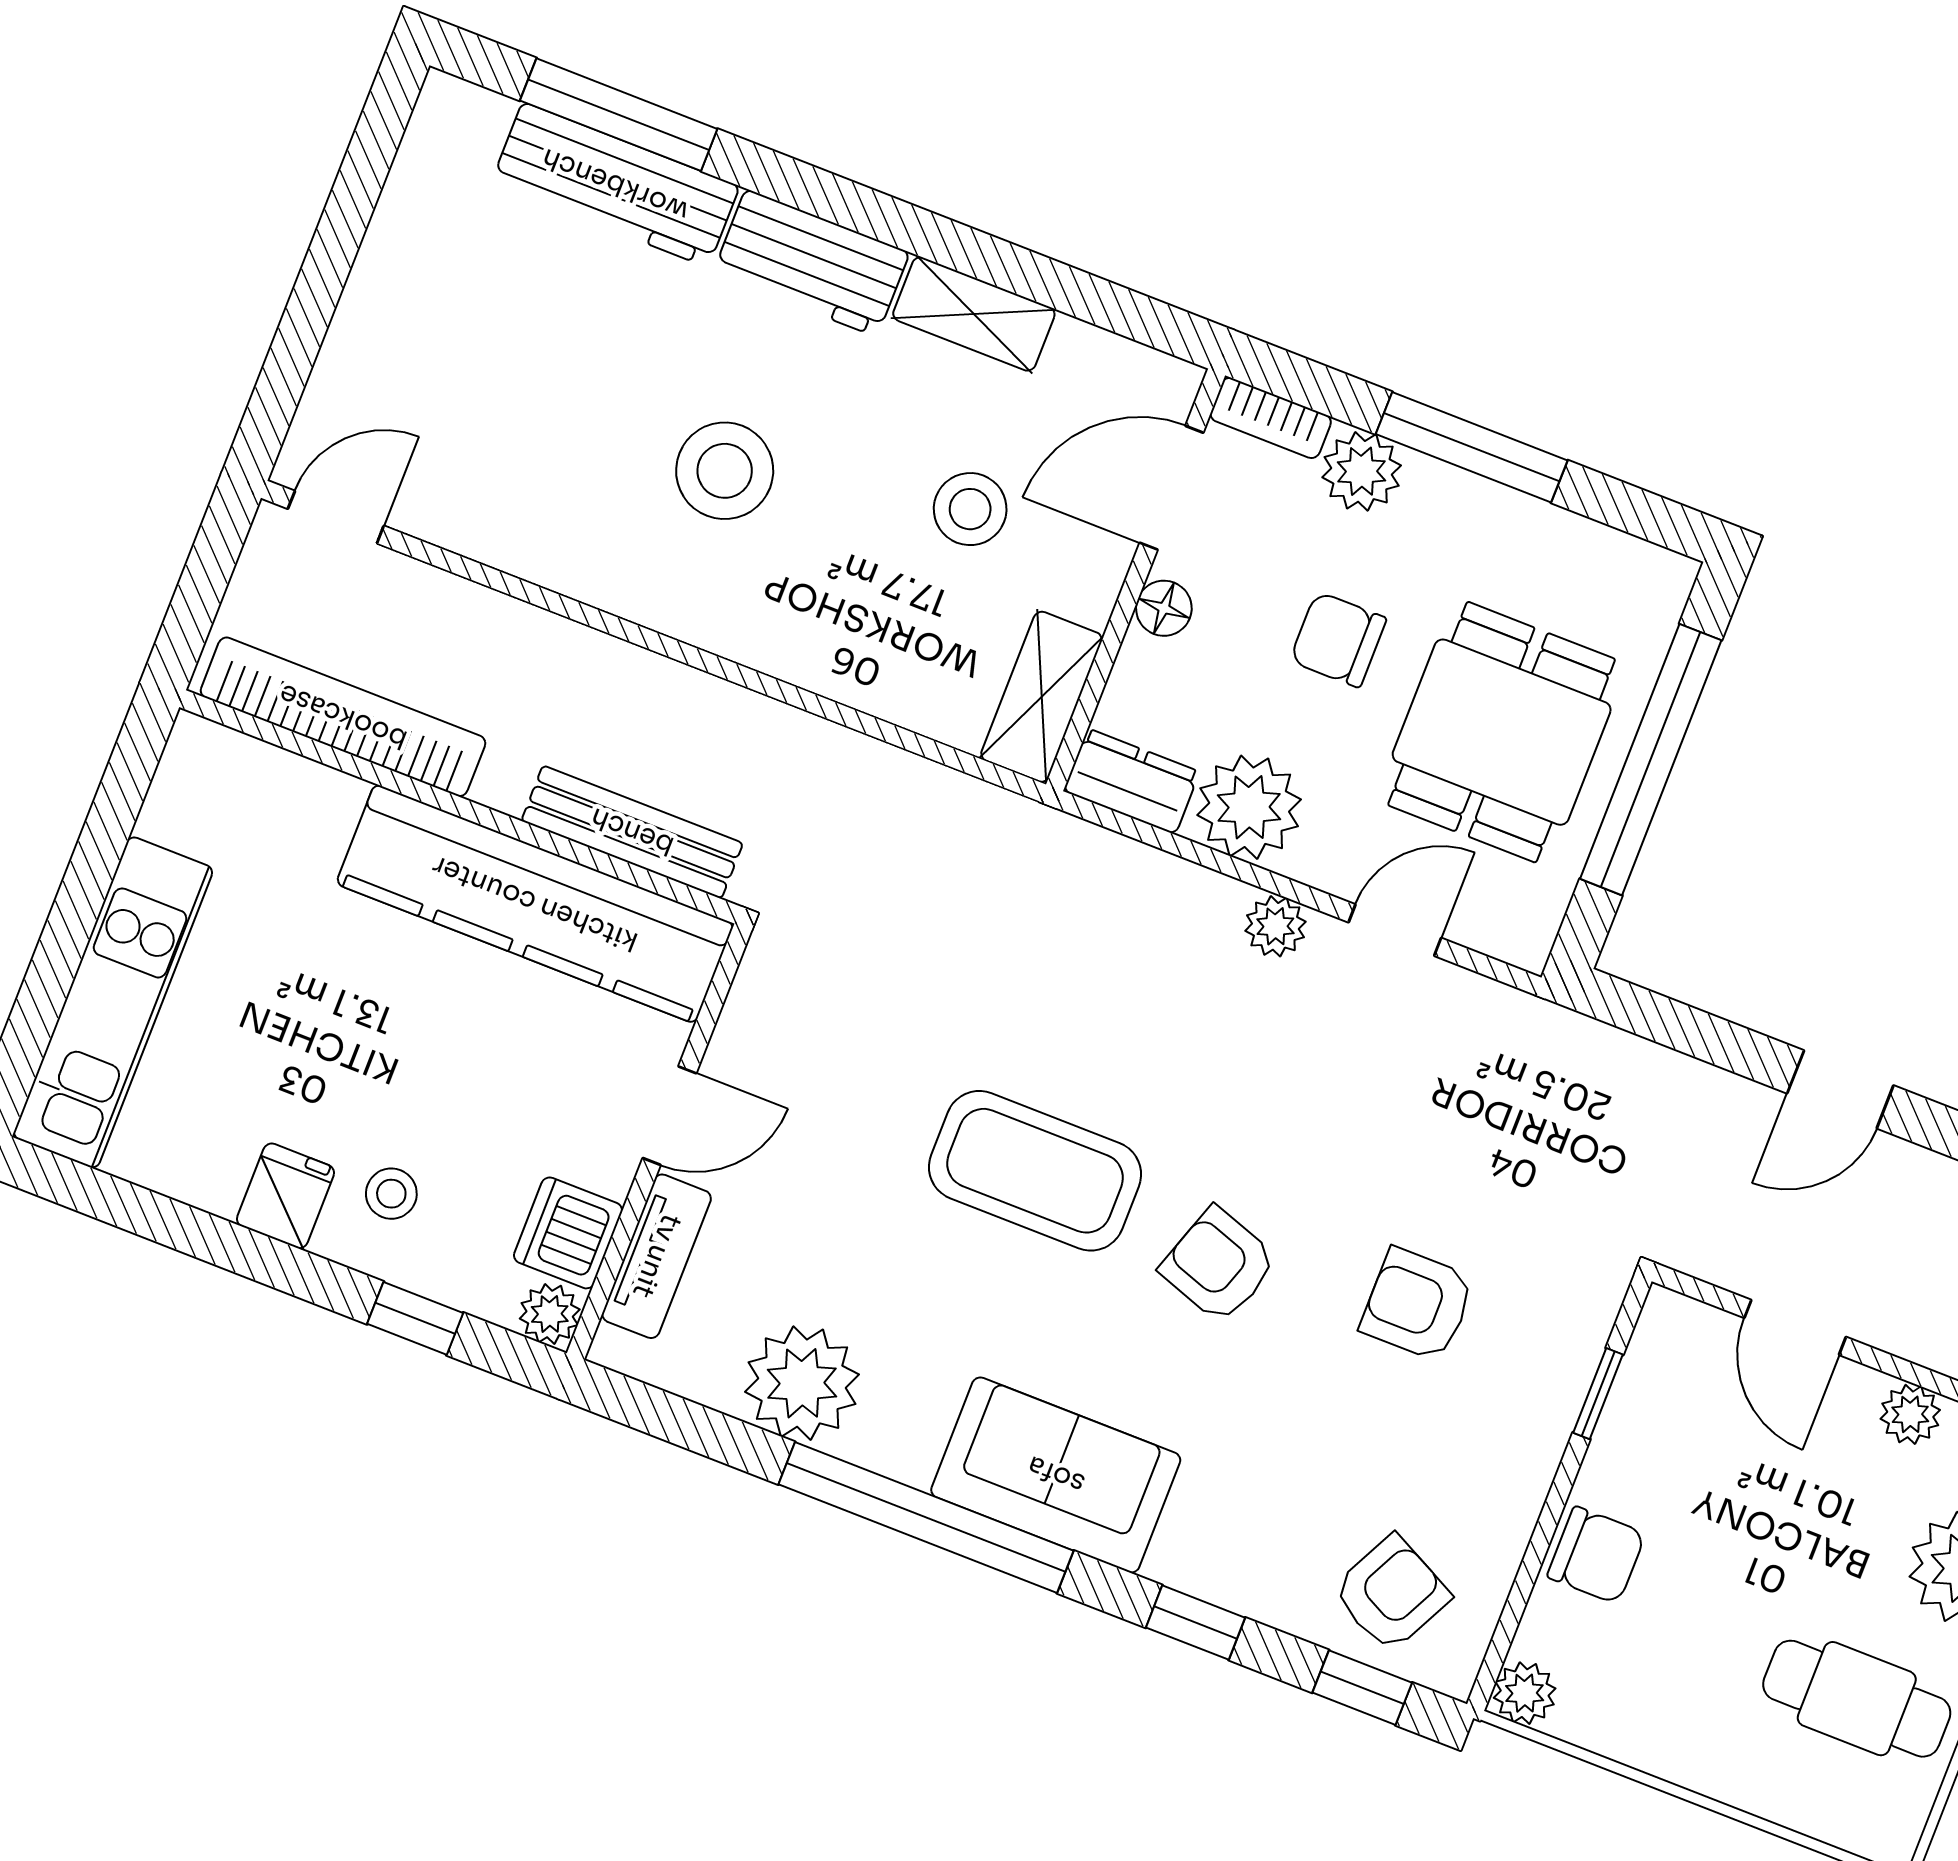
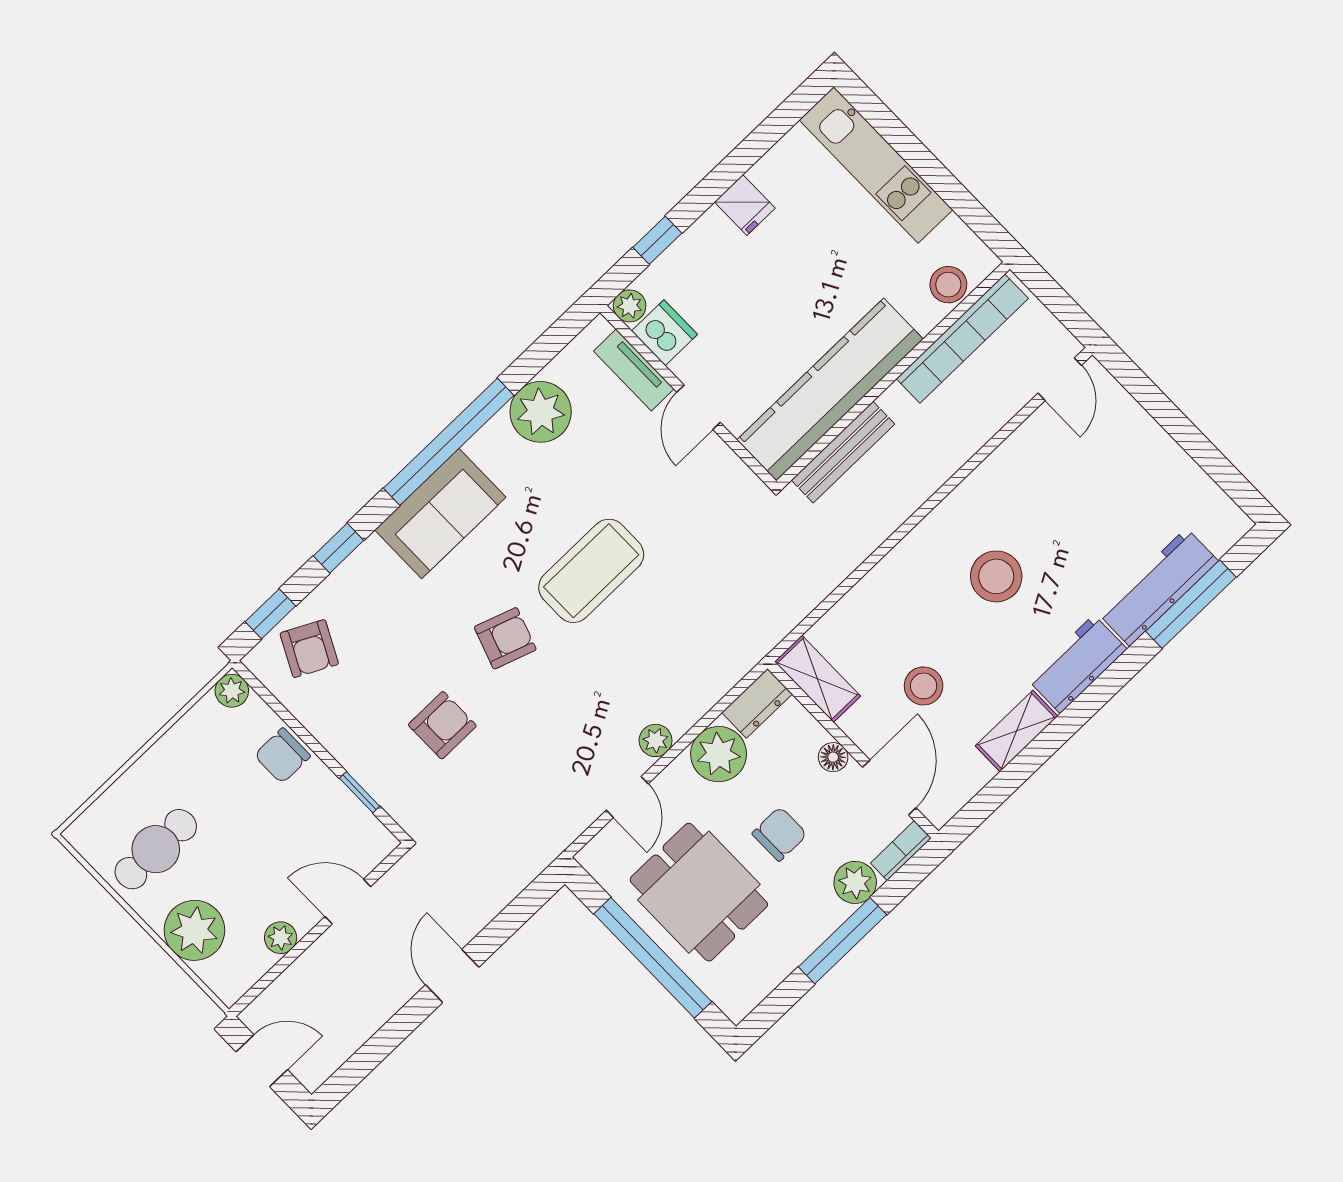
stool: (391, 1194) -> (948, 285), moved, width x1.37, depth x1.37

